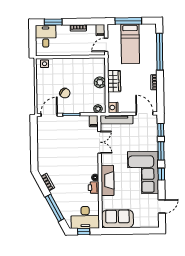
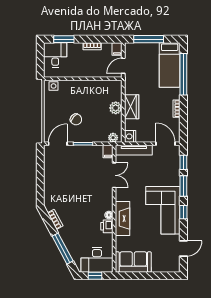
bed: (130, 44) -> (170, 65), moved

